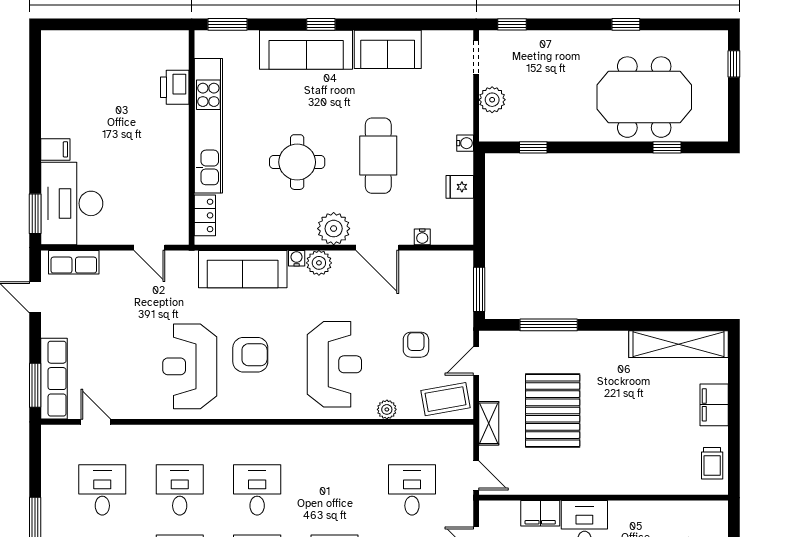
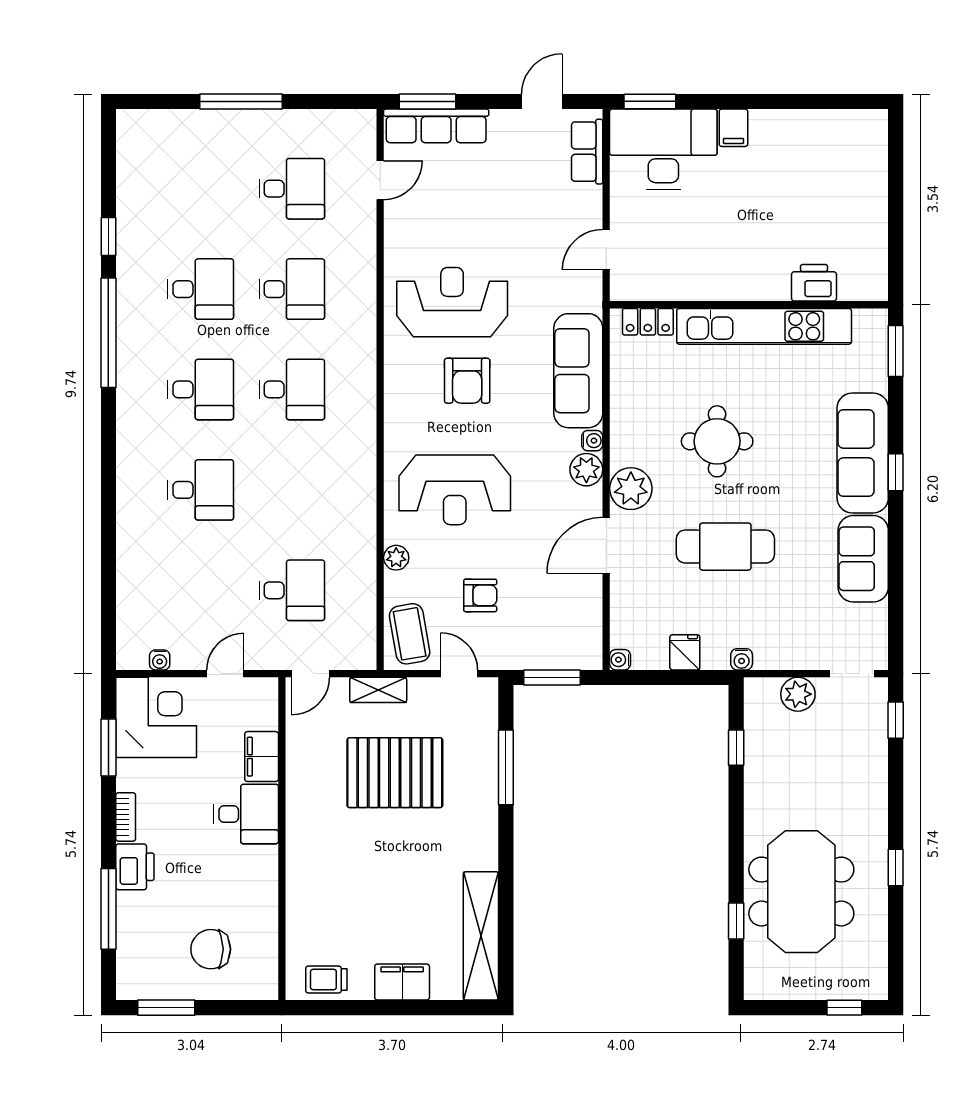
water cooler: (422, 237) -> (620, 660), moved

